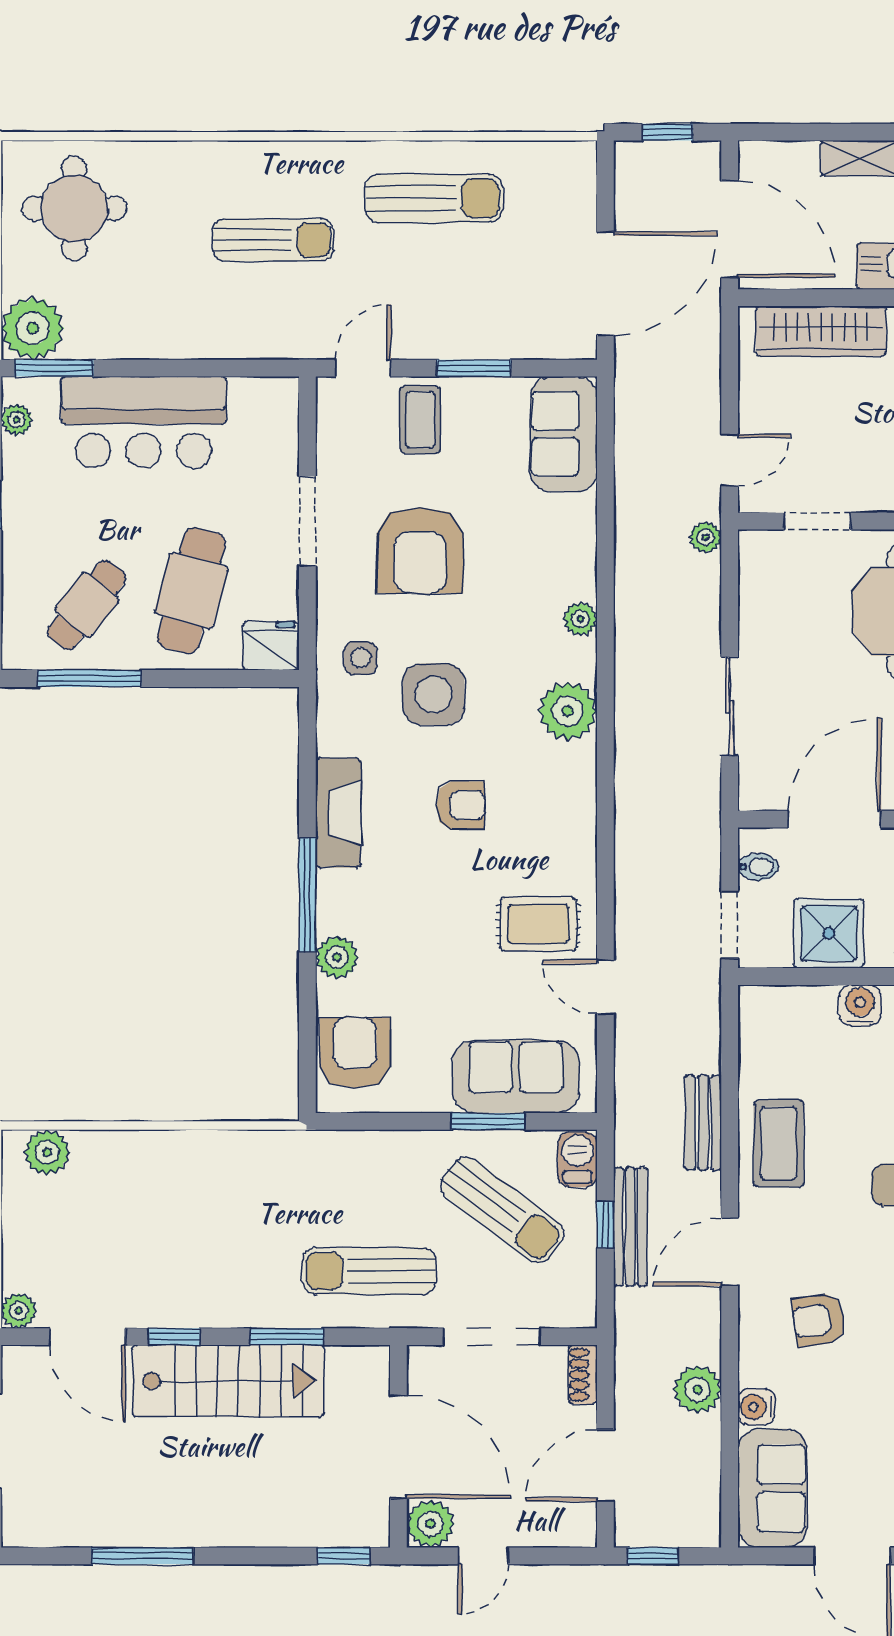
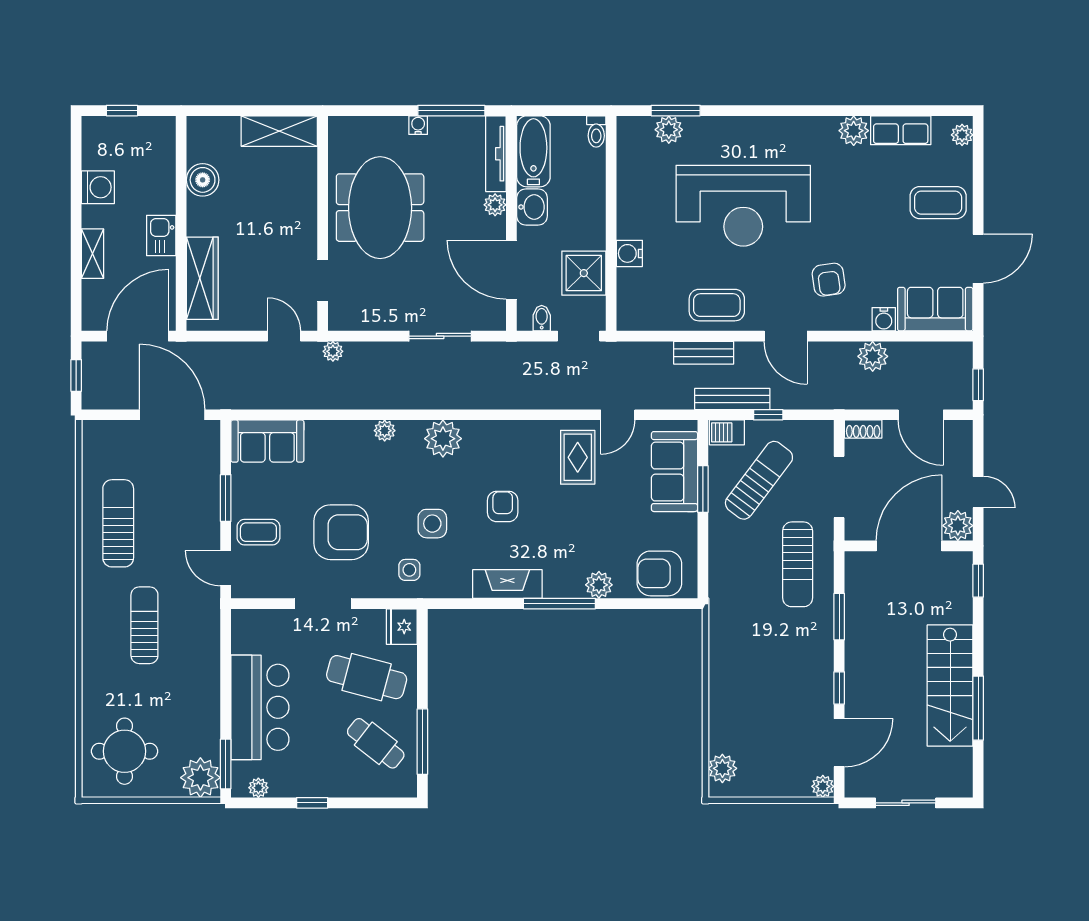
side table: (434, 694) -> (432, 524), width x0.73, depth x0.73
bench: (630, 1227) -> (732, 399), moved
stairs: (228, 1381) -> (950, 686), moved, turned 180

